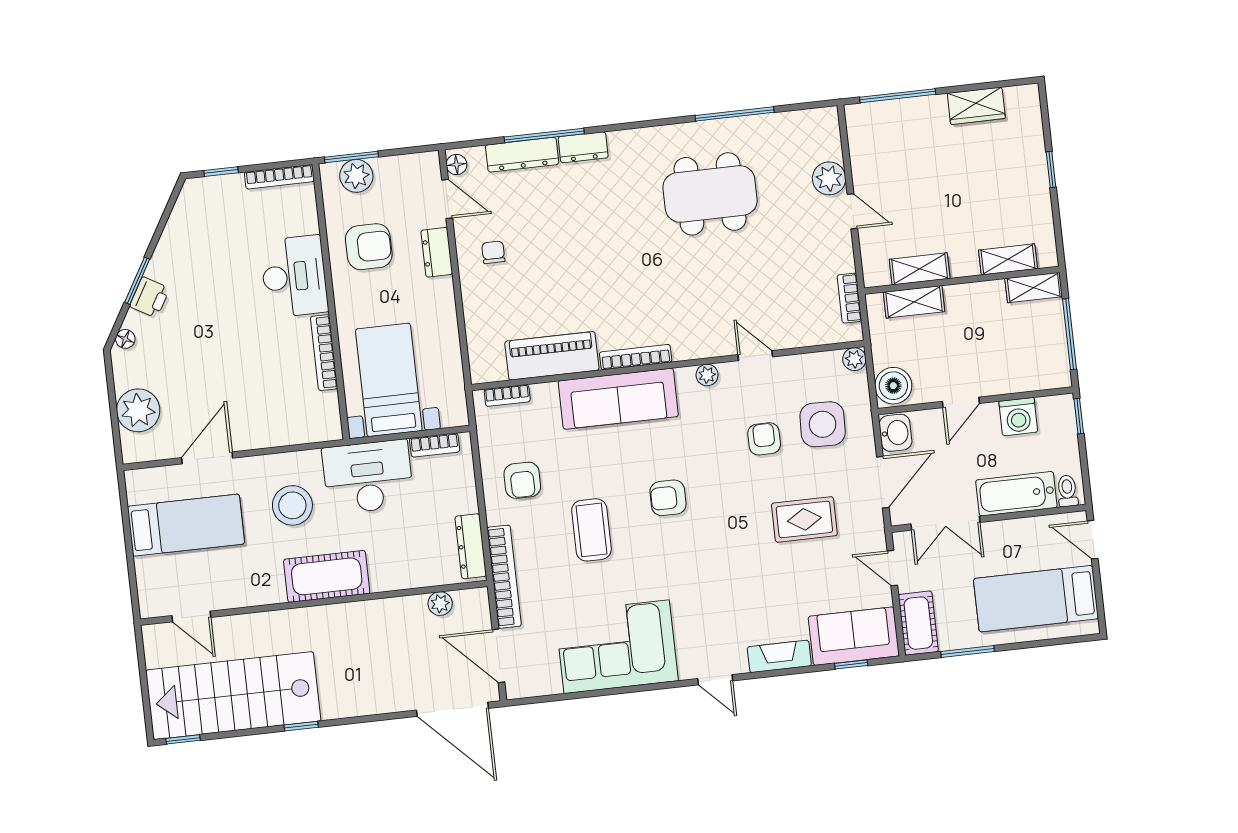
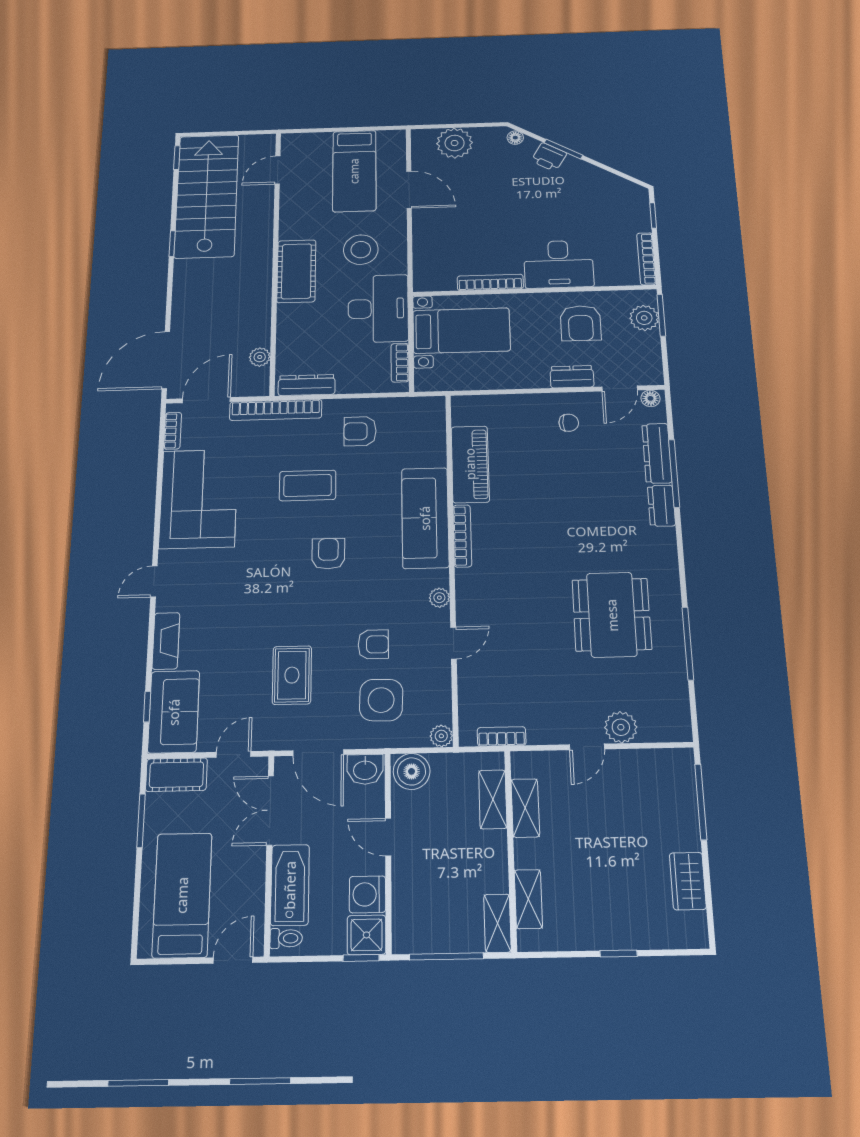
bookcase: (507, 395) -> (173, 431), moved, turned 180
shower: (1057, 413) -> (367, 935), added

